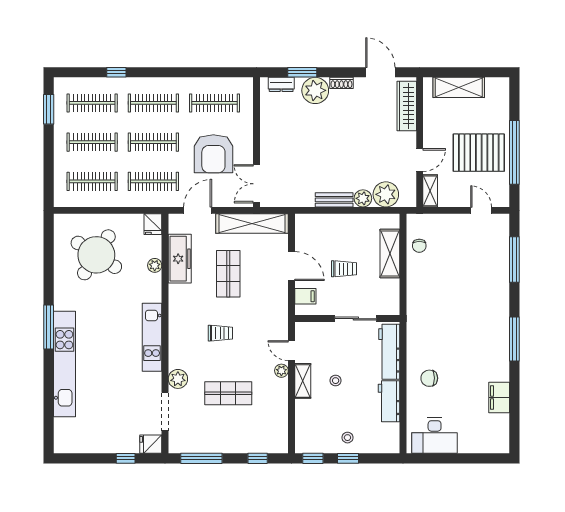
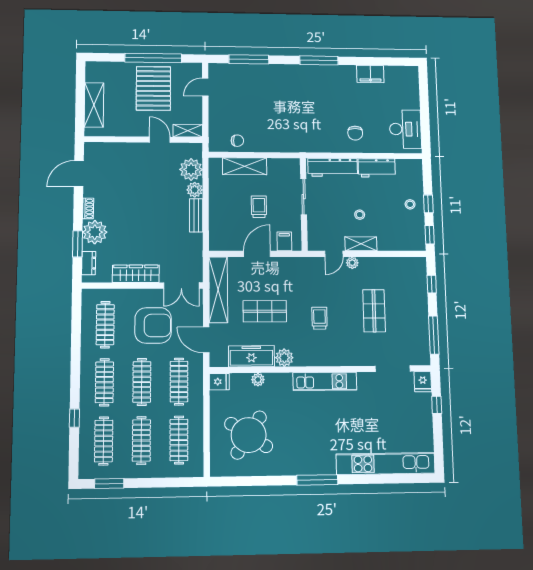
wardrobe: (407, 106) -> (136, 274), moved, turned 180
kitchen unit: (64, 364) -> (386, 464), moved
plant: (178, 379) -> (284, 358), moved

